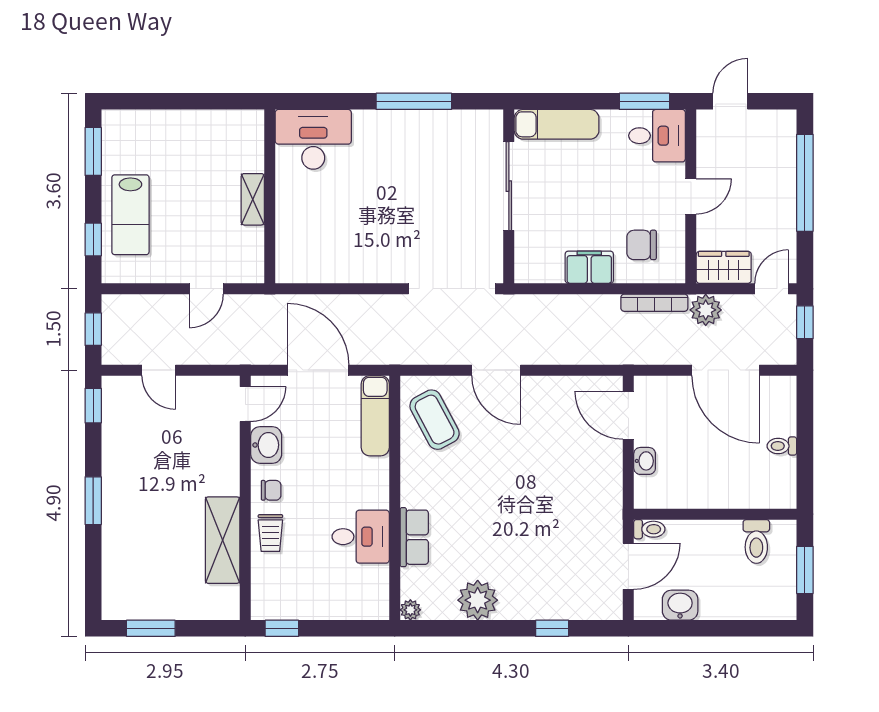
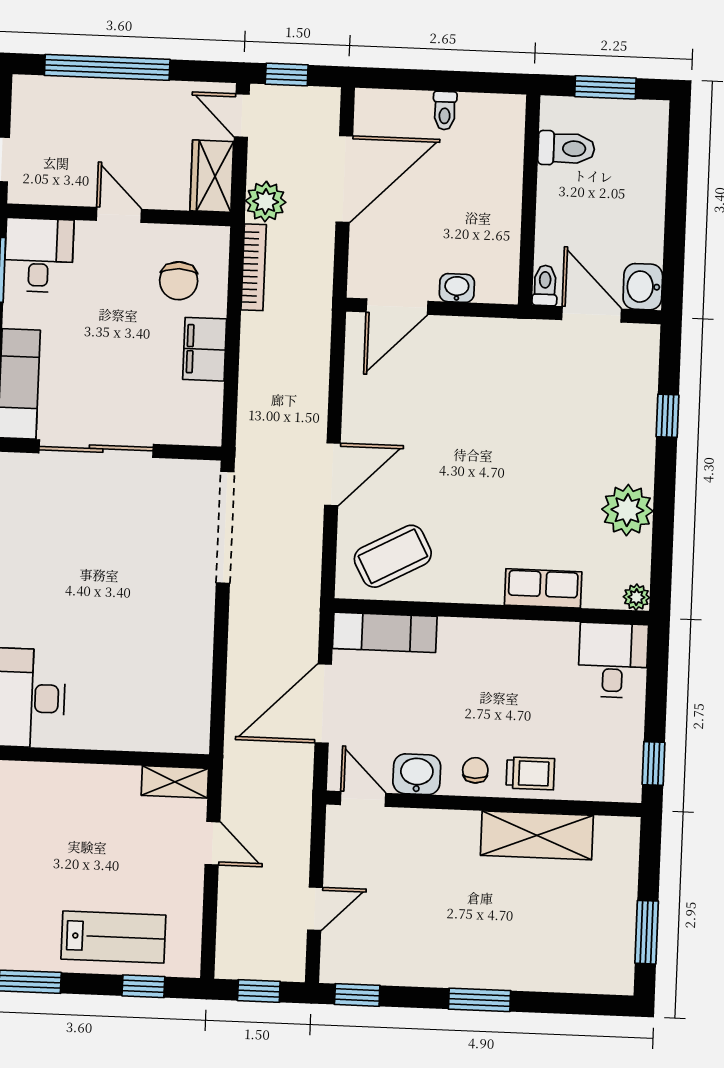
shelving: (253, 199) -> (175, 782), moved
desk: (361, 537) -> (613, 660), moved
washbasin: (680, 605) -> (643, 287), moved

